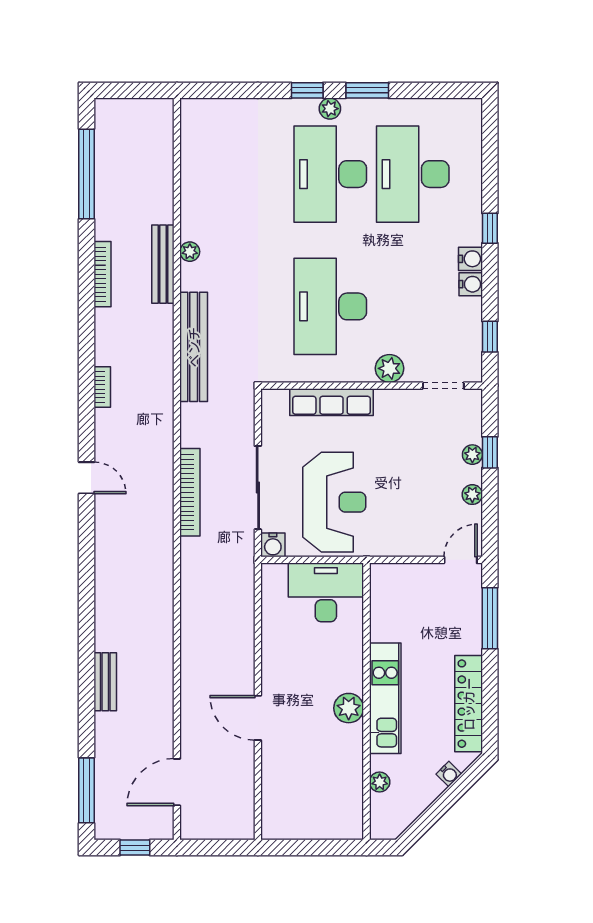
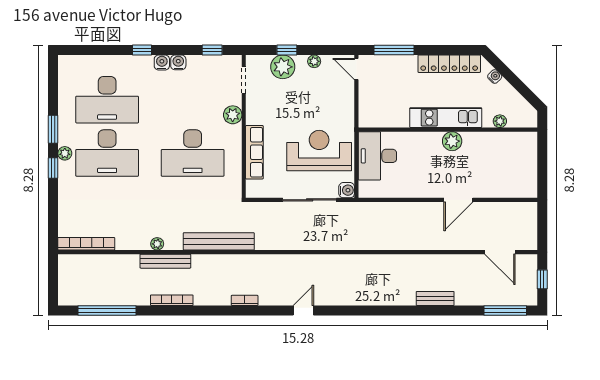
plant: (472, 455) -> (283, 67), width x1.88, depth x1.88
bookcase: (190, 492) -> (86, 244), moved

